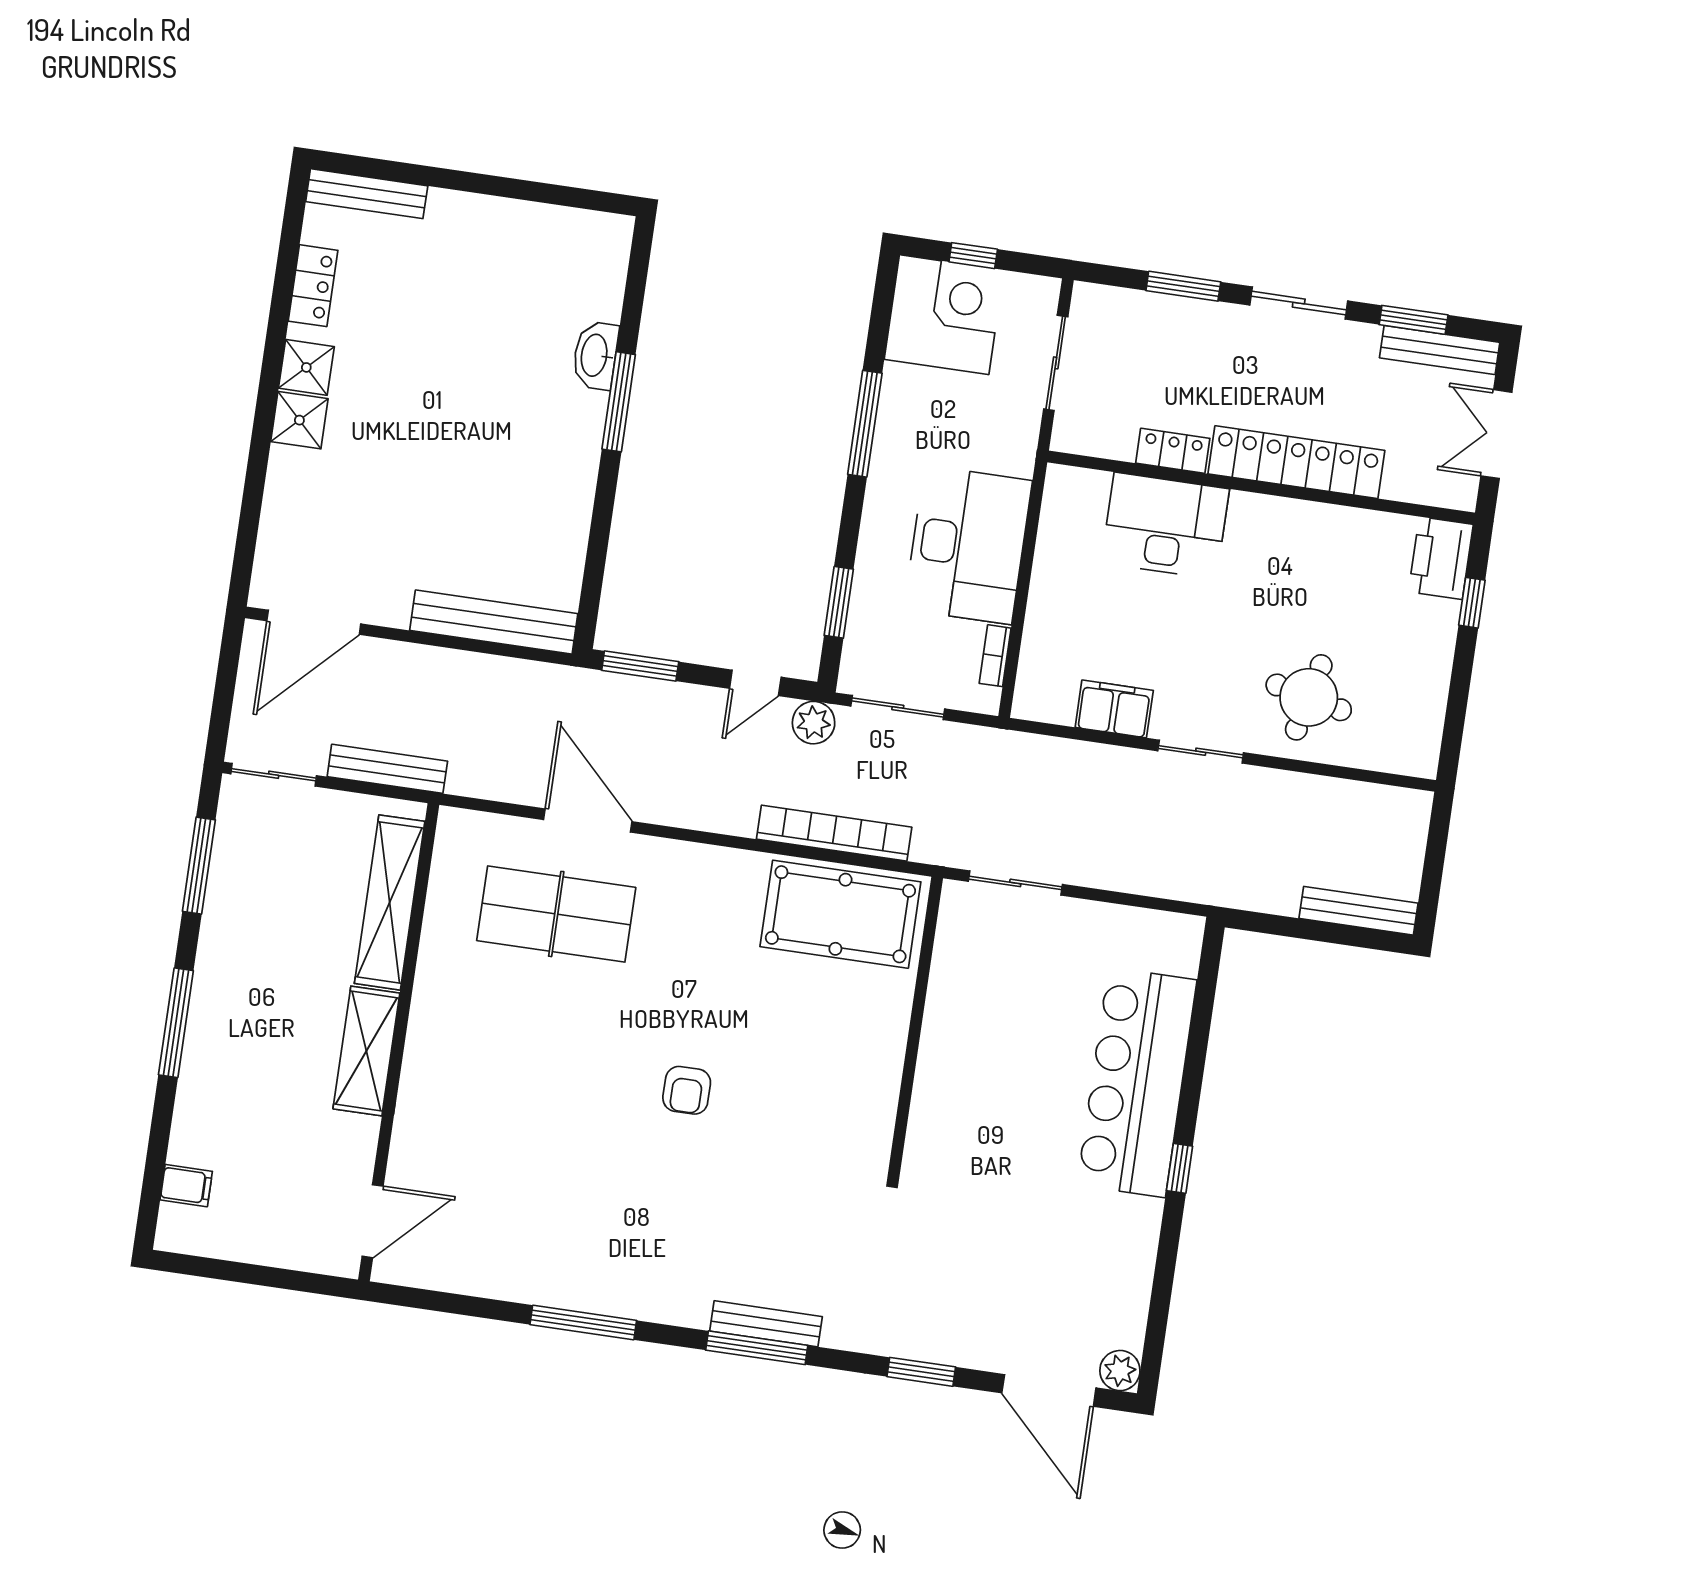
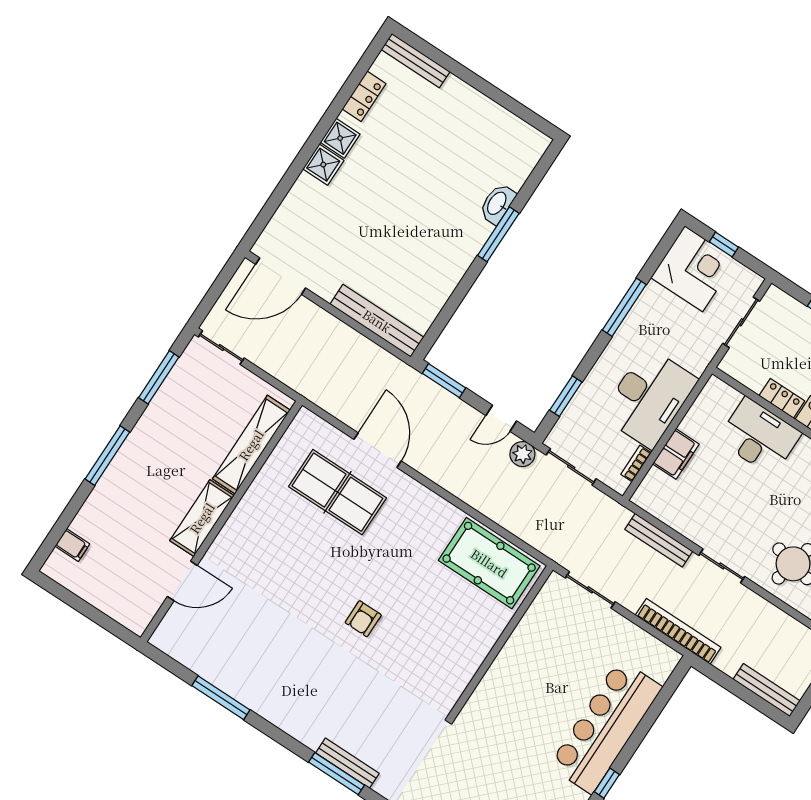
filing cabinet: (1114, 709) -> (676, 454), moved, turned 90
bench: (387, 769) -> (659, 540), moved
bookcase: (834, 833) -> (678, 631), moved
door: (373, 1221) -> (182, 581), moved
window: (583, 1322) -> (221, 698), moved

